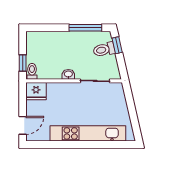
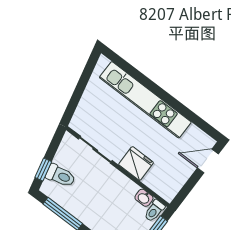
washbasin: (68, 74) -> (144, 198), moved
fridge: (36, 91) -> (136, 163), moved

